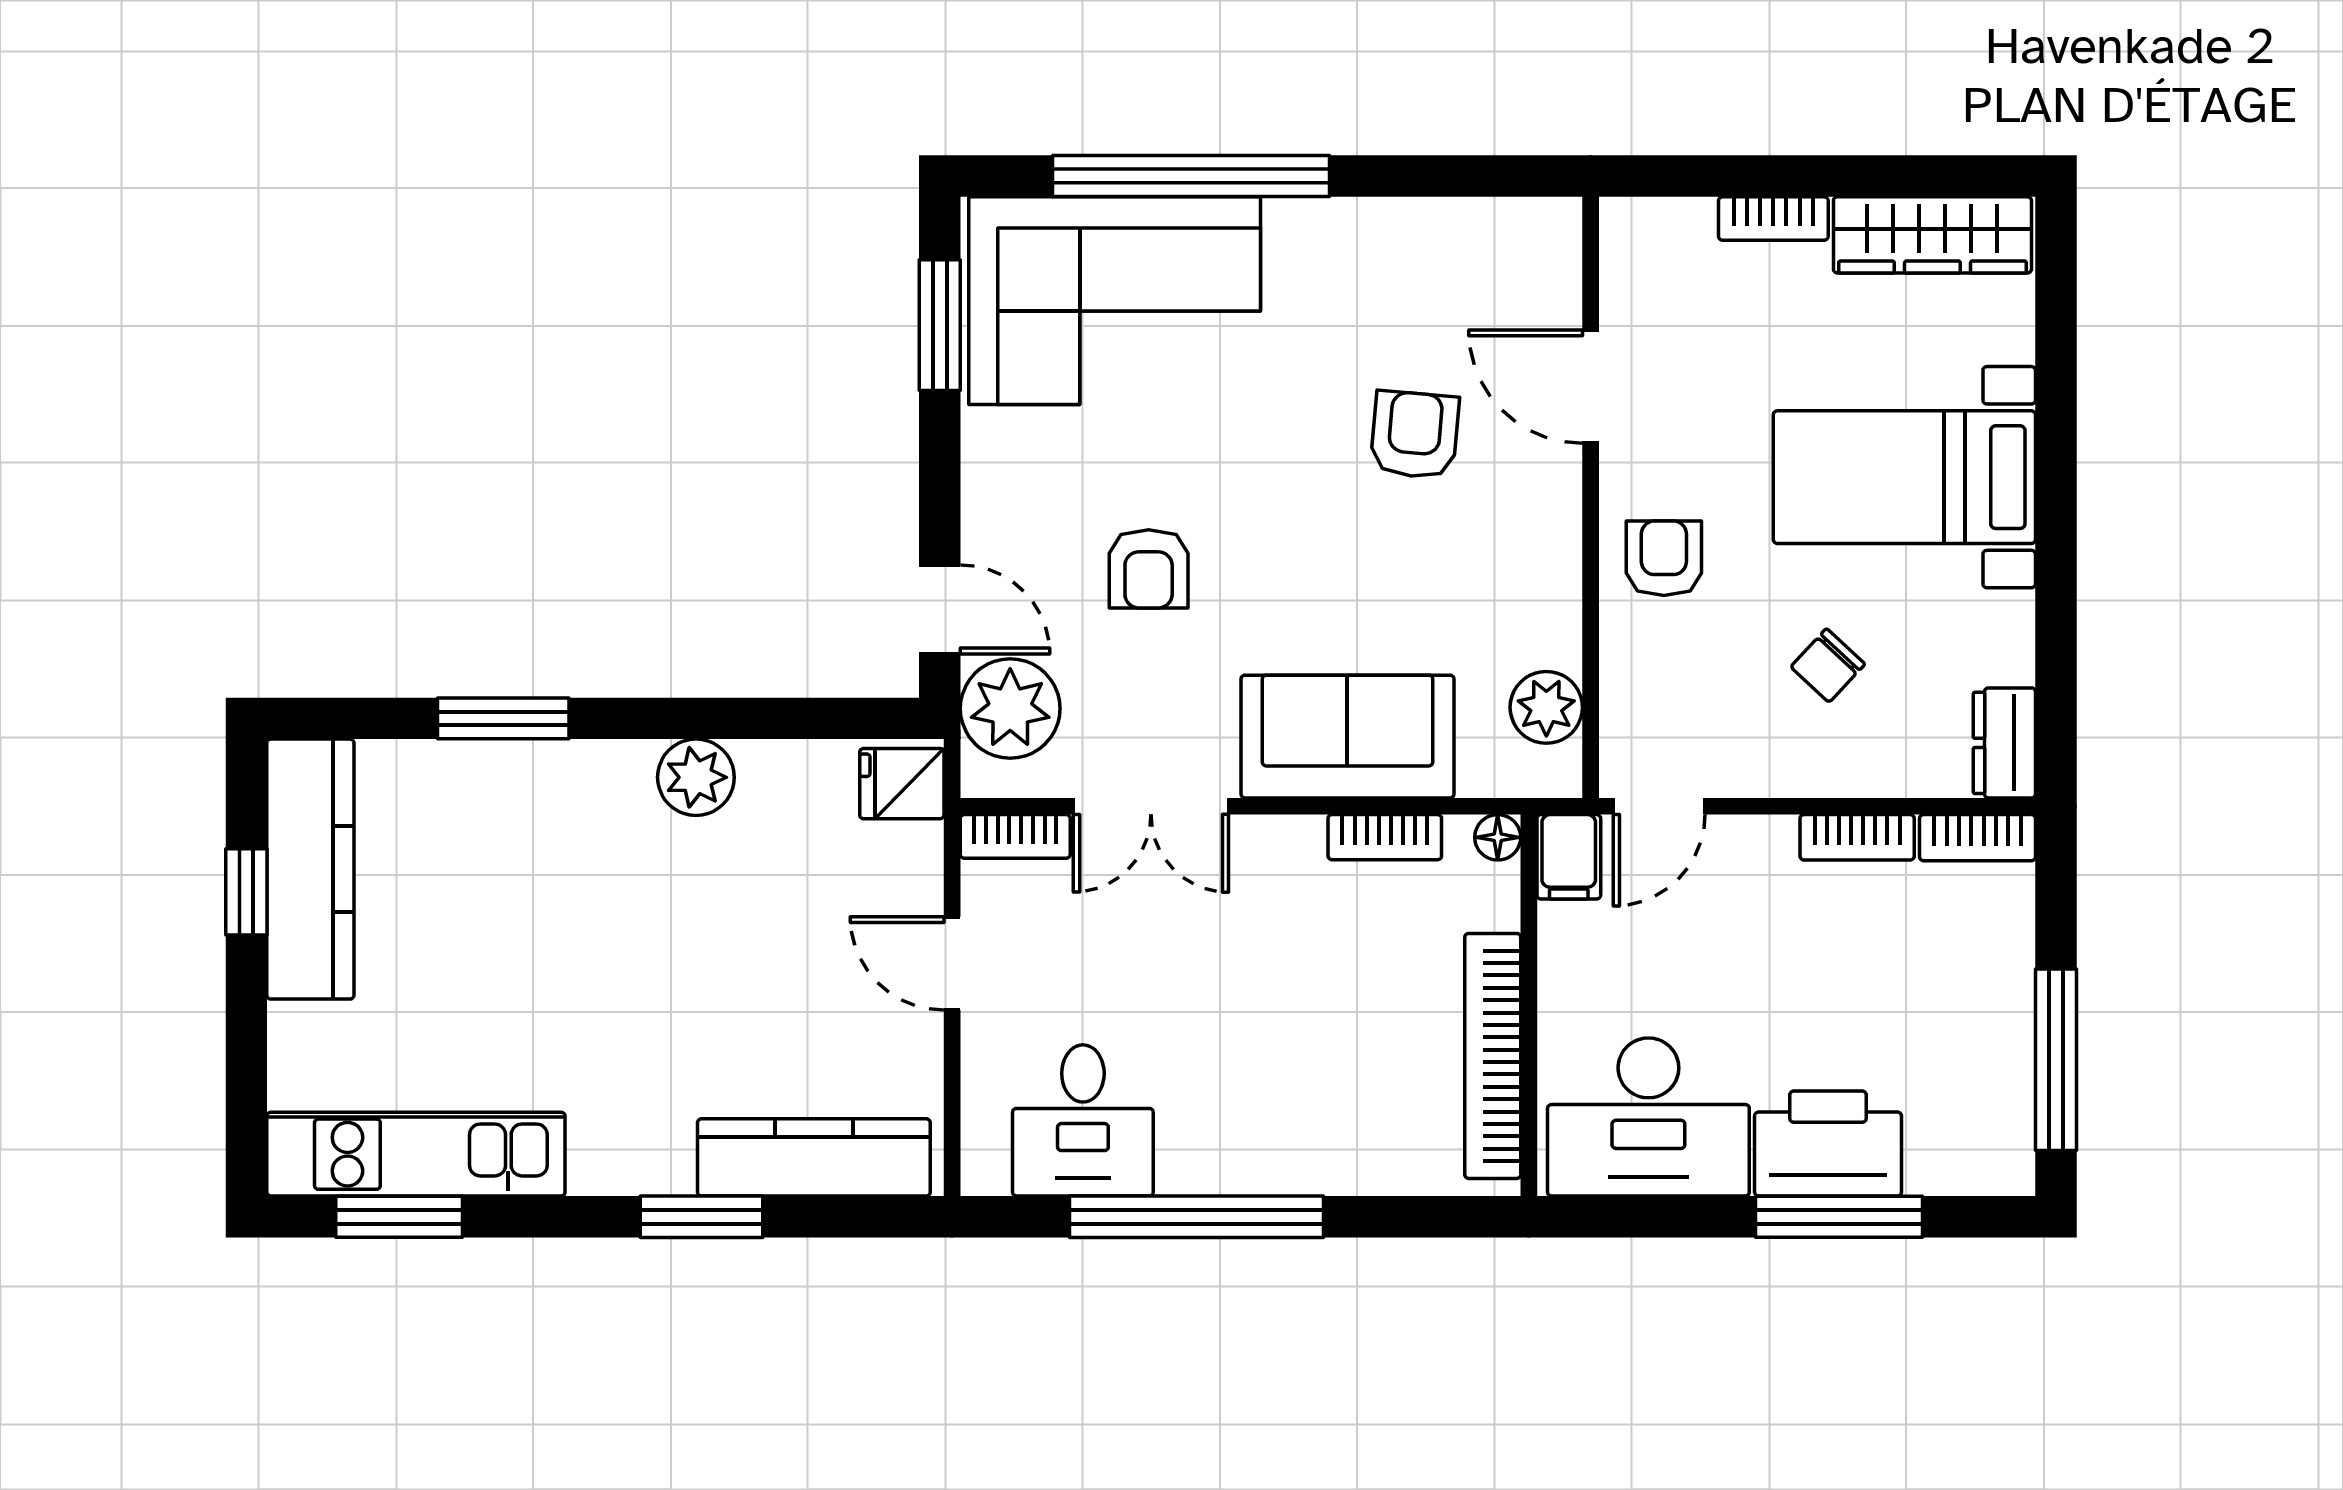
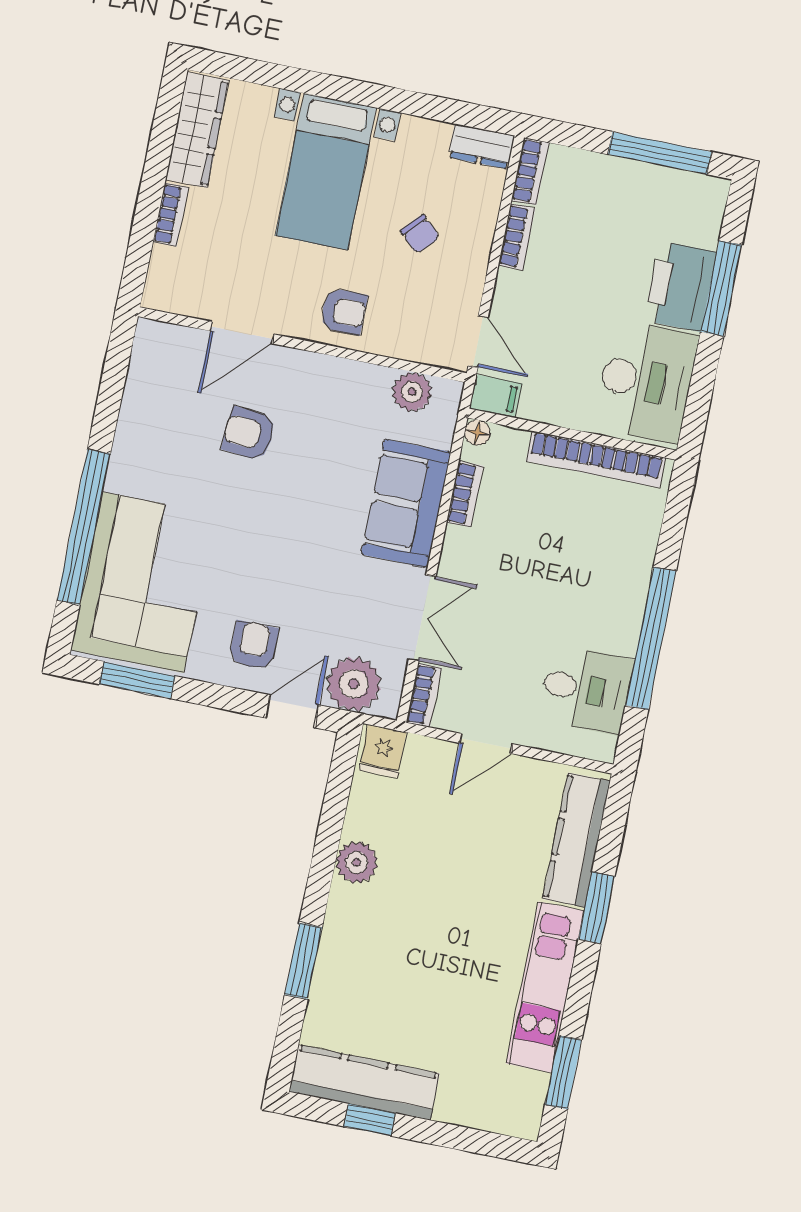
armchair: (1664, 558) -> (344, 311), turned 180
armchair: (1149, 569) -> (254, 645), moved, turned -90
kitchen unit: (416, 1154) -> (545, 987), moved

